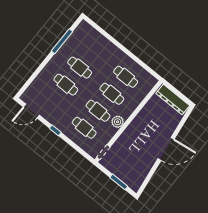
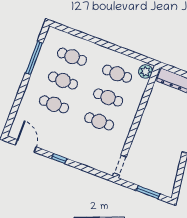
door: (31, 111) -> (26, 146), swing flipped
plant: (118, 122) -> (145, 71), moved
cafe table: (84, 128) -> (72, 57), moved

